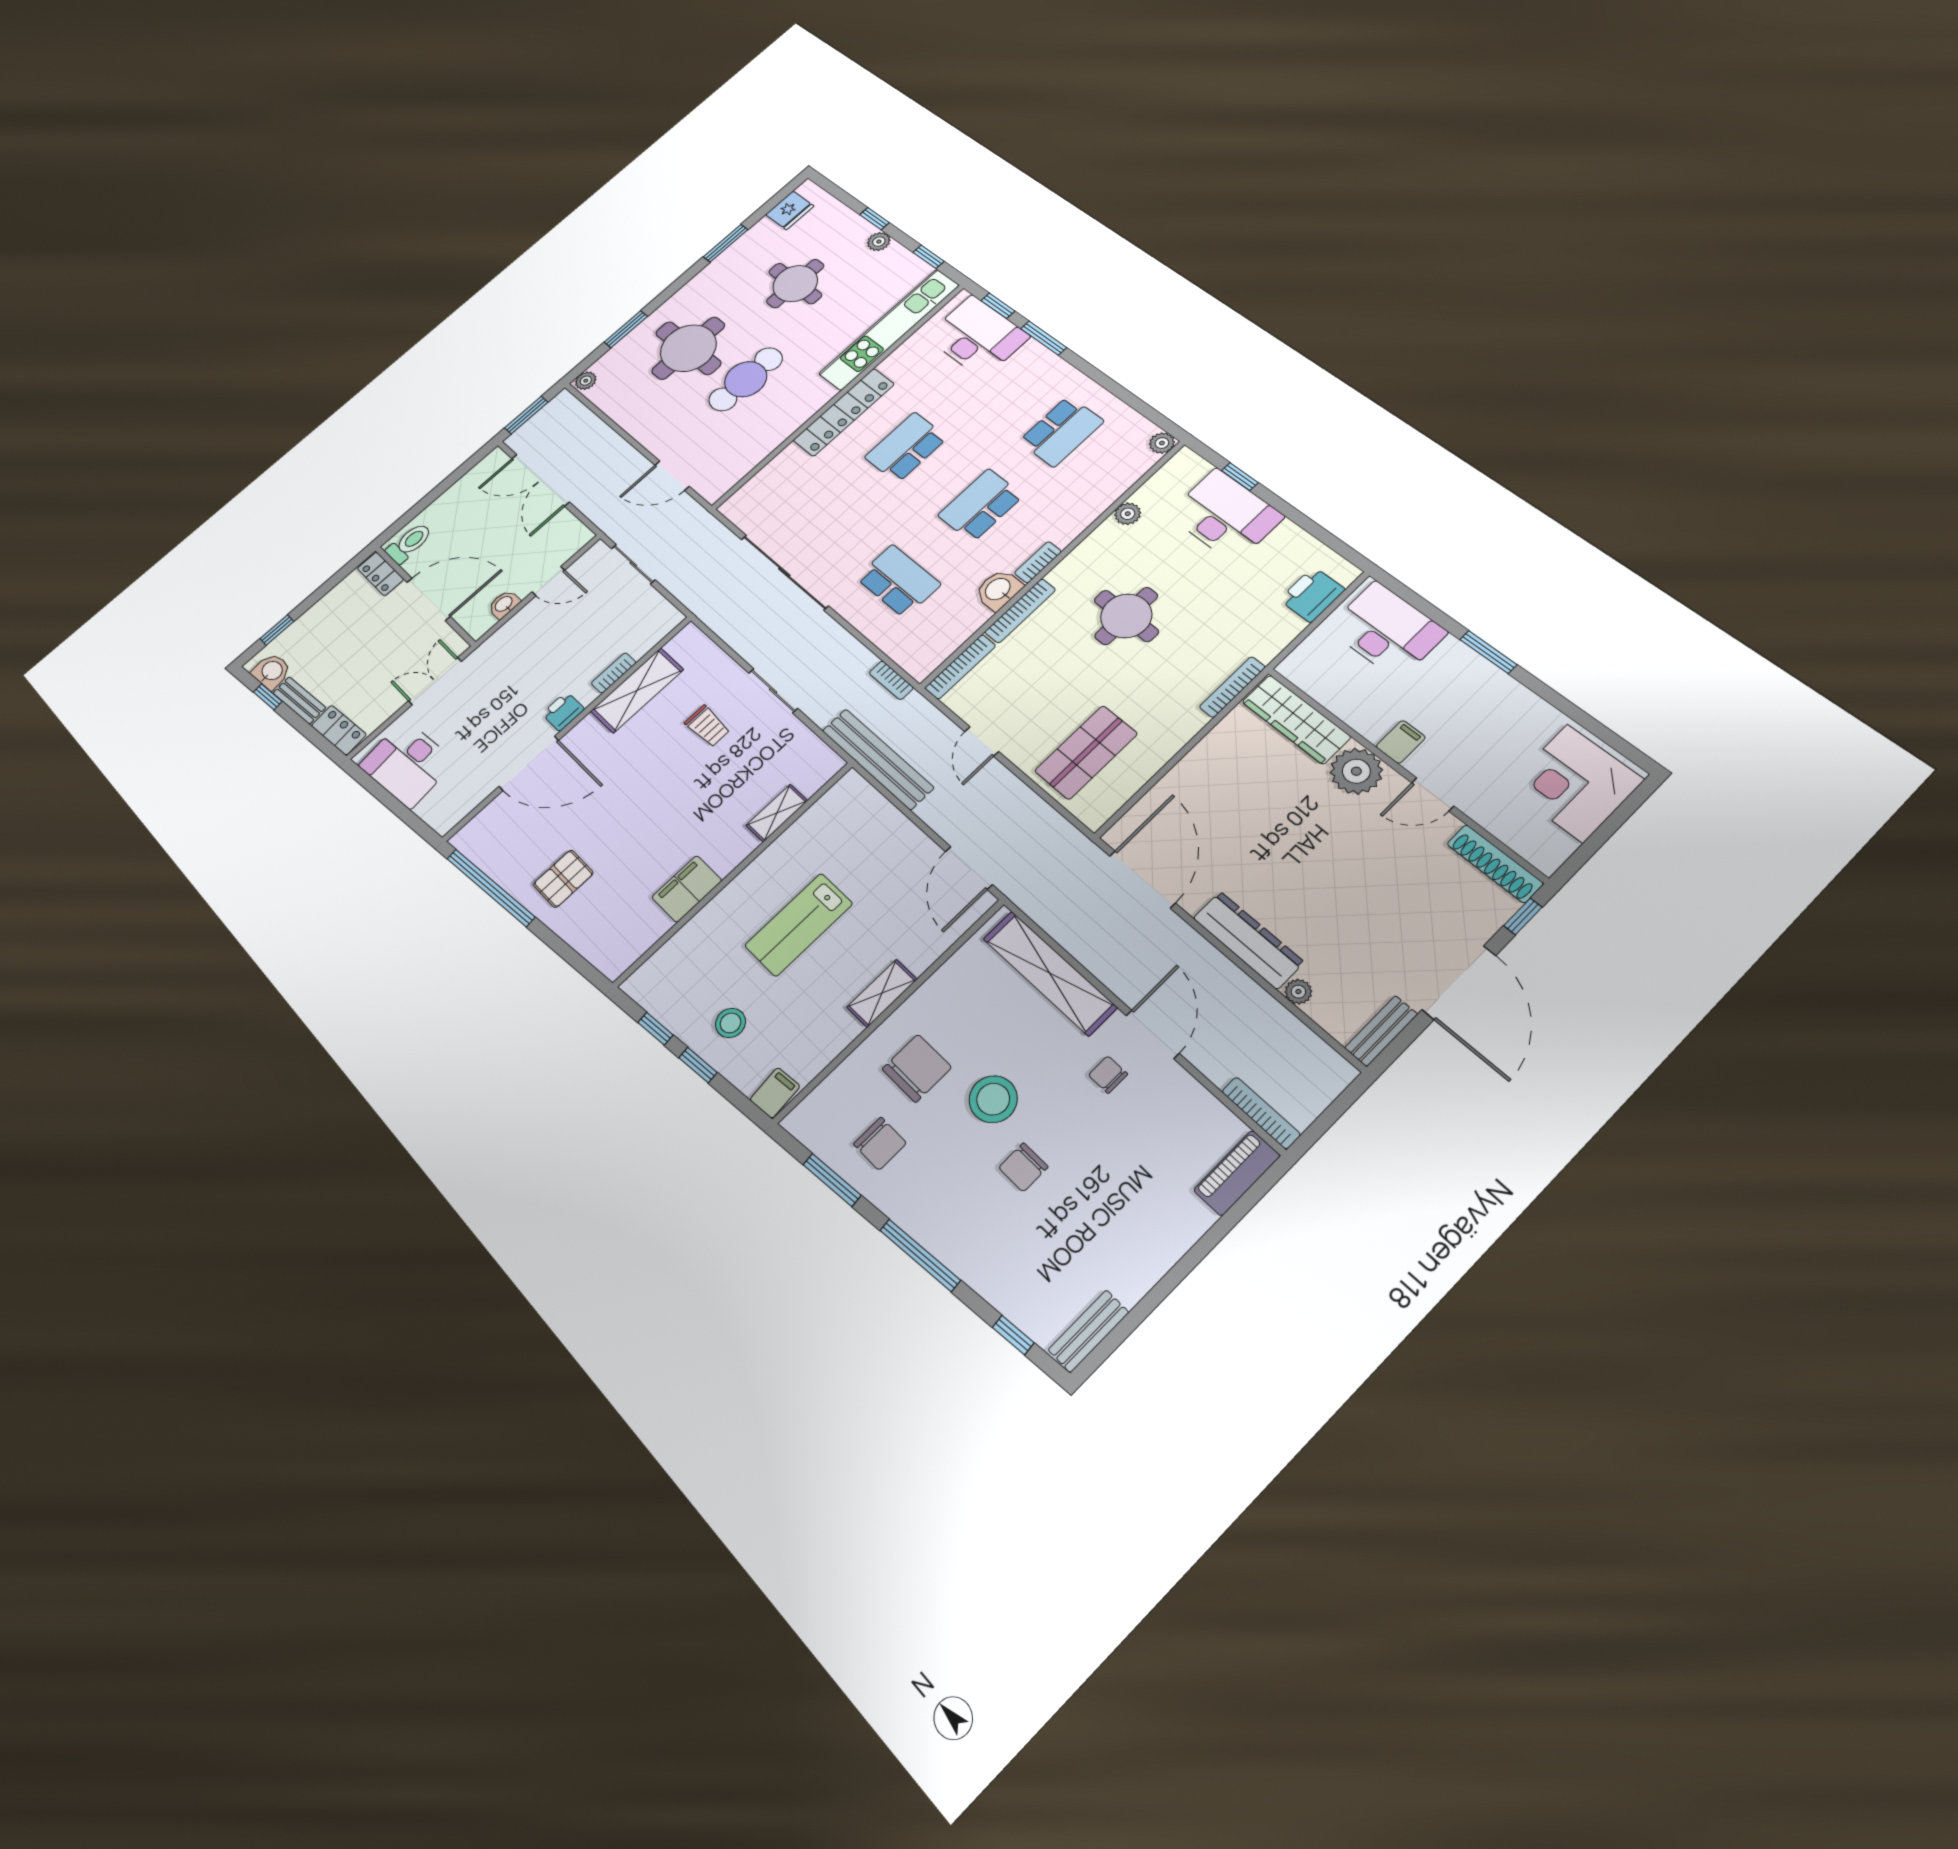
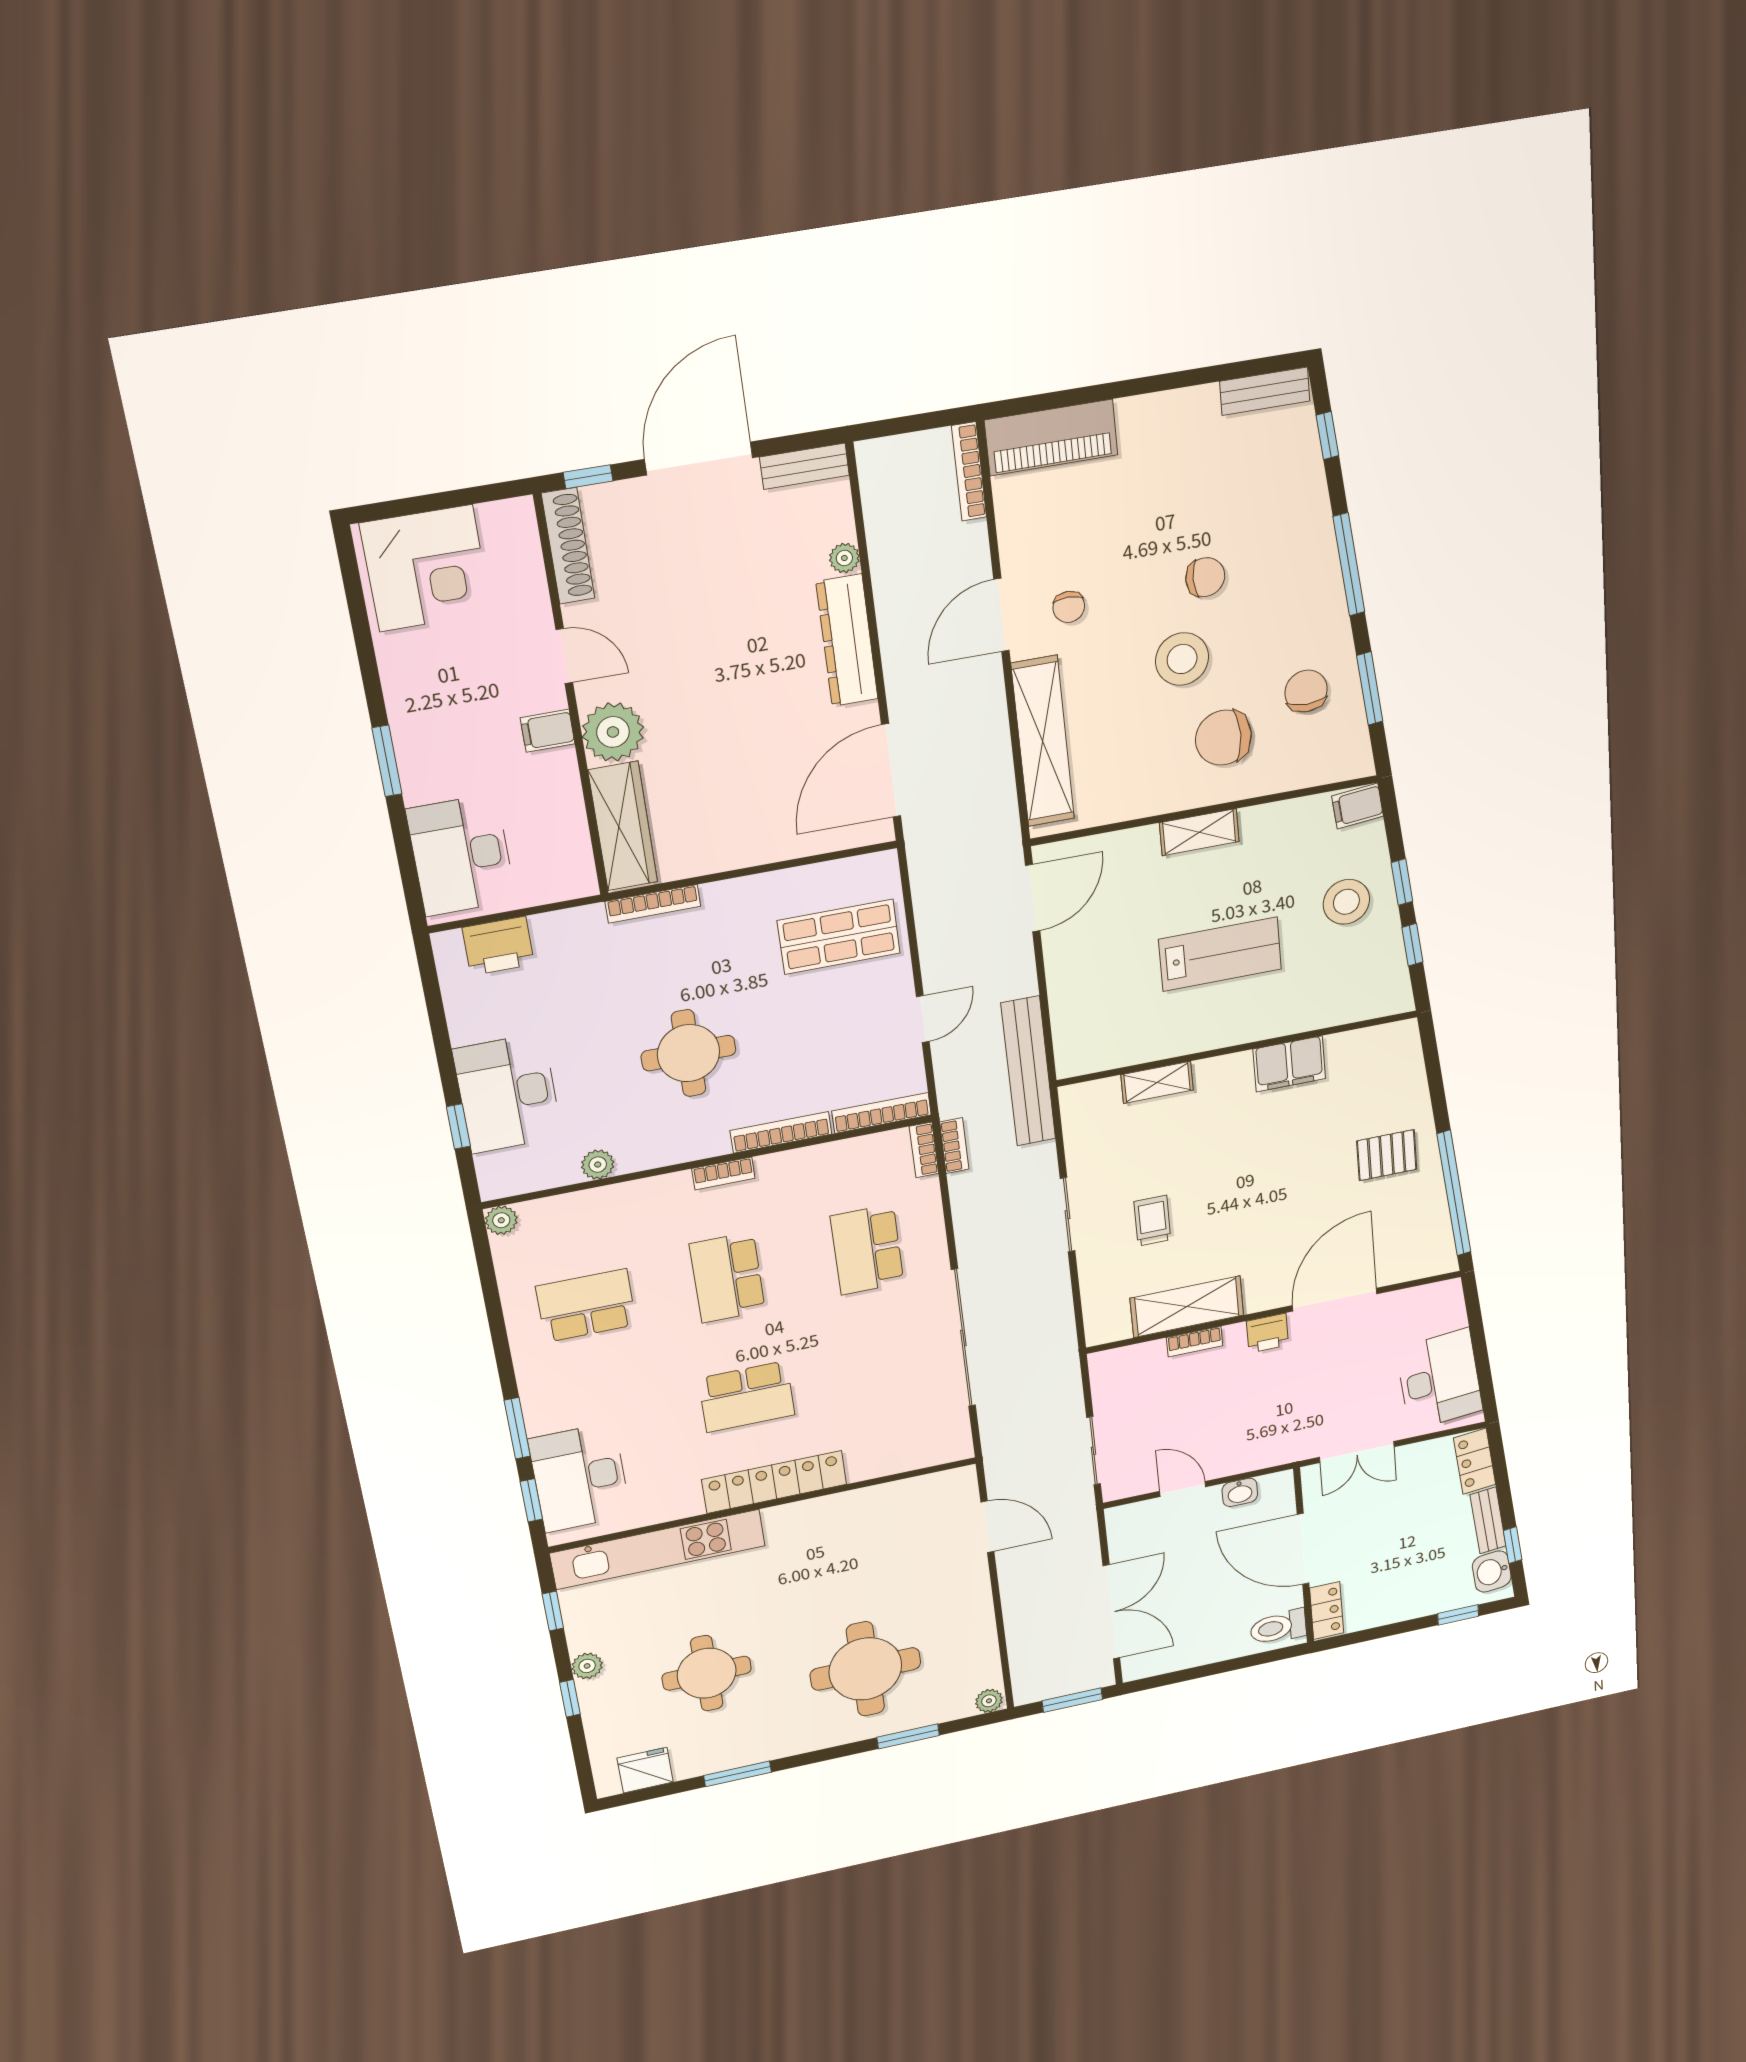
cafe table: (746, 379) -> (838, 1591), removed
school desk: (981, 505) -> (727, 1277), turned 90
washbasin: (998, 590) -> (783, 1171), removed
bookcase: (911, 664) -> (924, 1150), added
door: (529, 763) -> (1335, 1300), hinge flipped
stool: (731, 1023) -> (1346, 902), width x1.38, depth x1.38
piano: (1237, 1173) -> (1051, 438), width x1.37, depth x1.33

